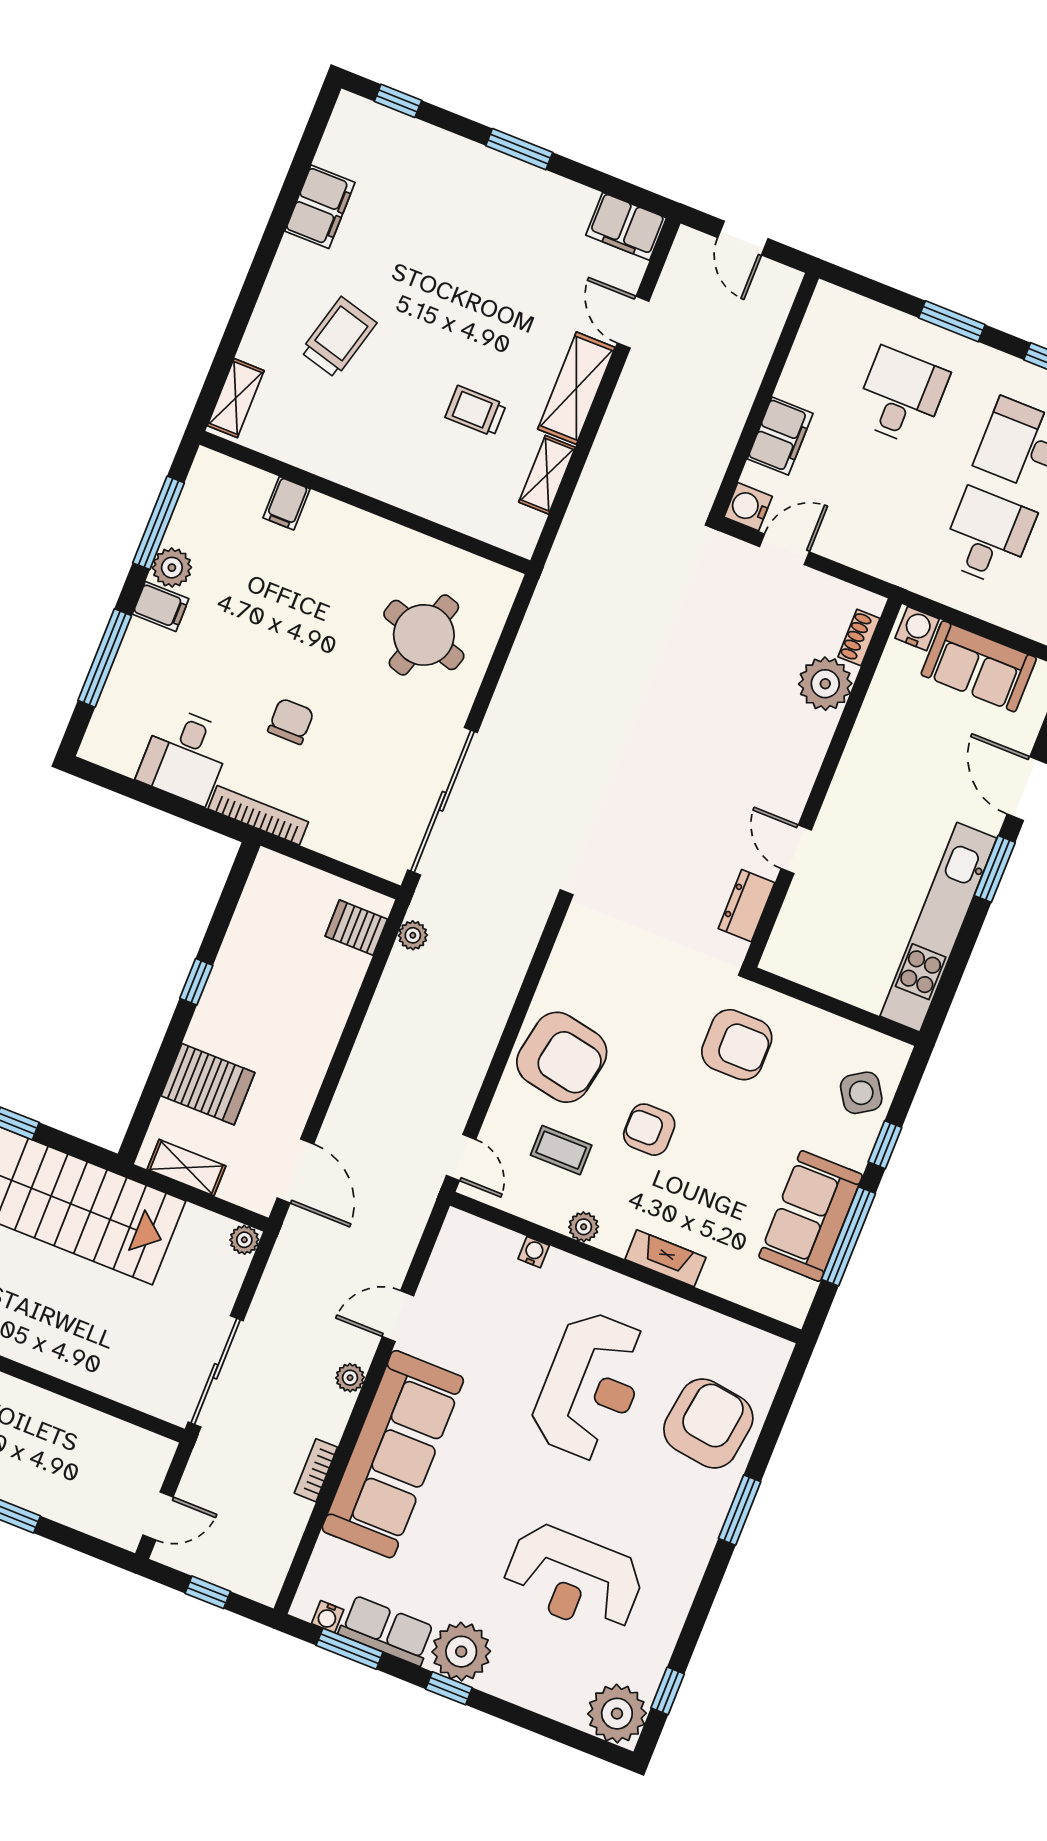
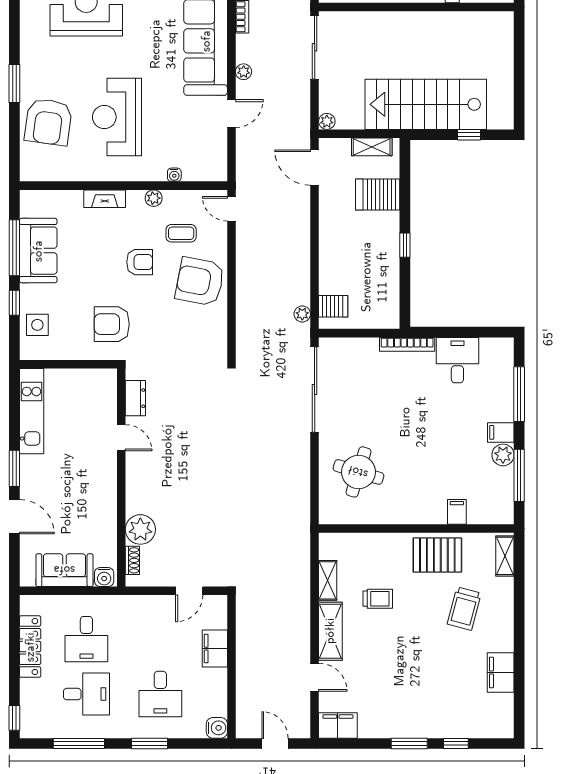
window: (398, 101) -> (456, 743), moved
pallet: (348, 444) -> (437, 555), added
water cooler: (748, 507) -> (217, 728), moved
chair: (291, 721) -> (410, 400), removed
kitchen unit: (938, 927) -> (32, 411), width x0.73
side table: (861, 1093) -> (37, 325), turned 33

